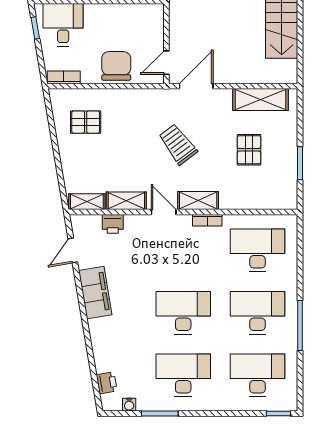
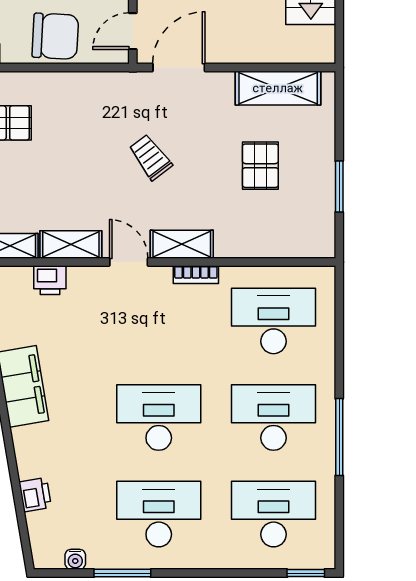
chair: (116, 66) -> (55, 36), turned 93
trolley: (178, 144) -> (151, 157), width x0.73, depth x0.72
printer: (107, 383) -> (35, 495), moved

